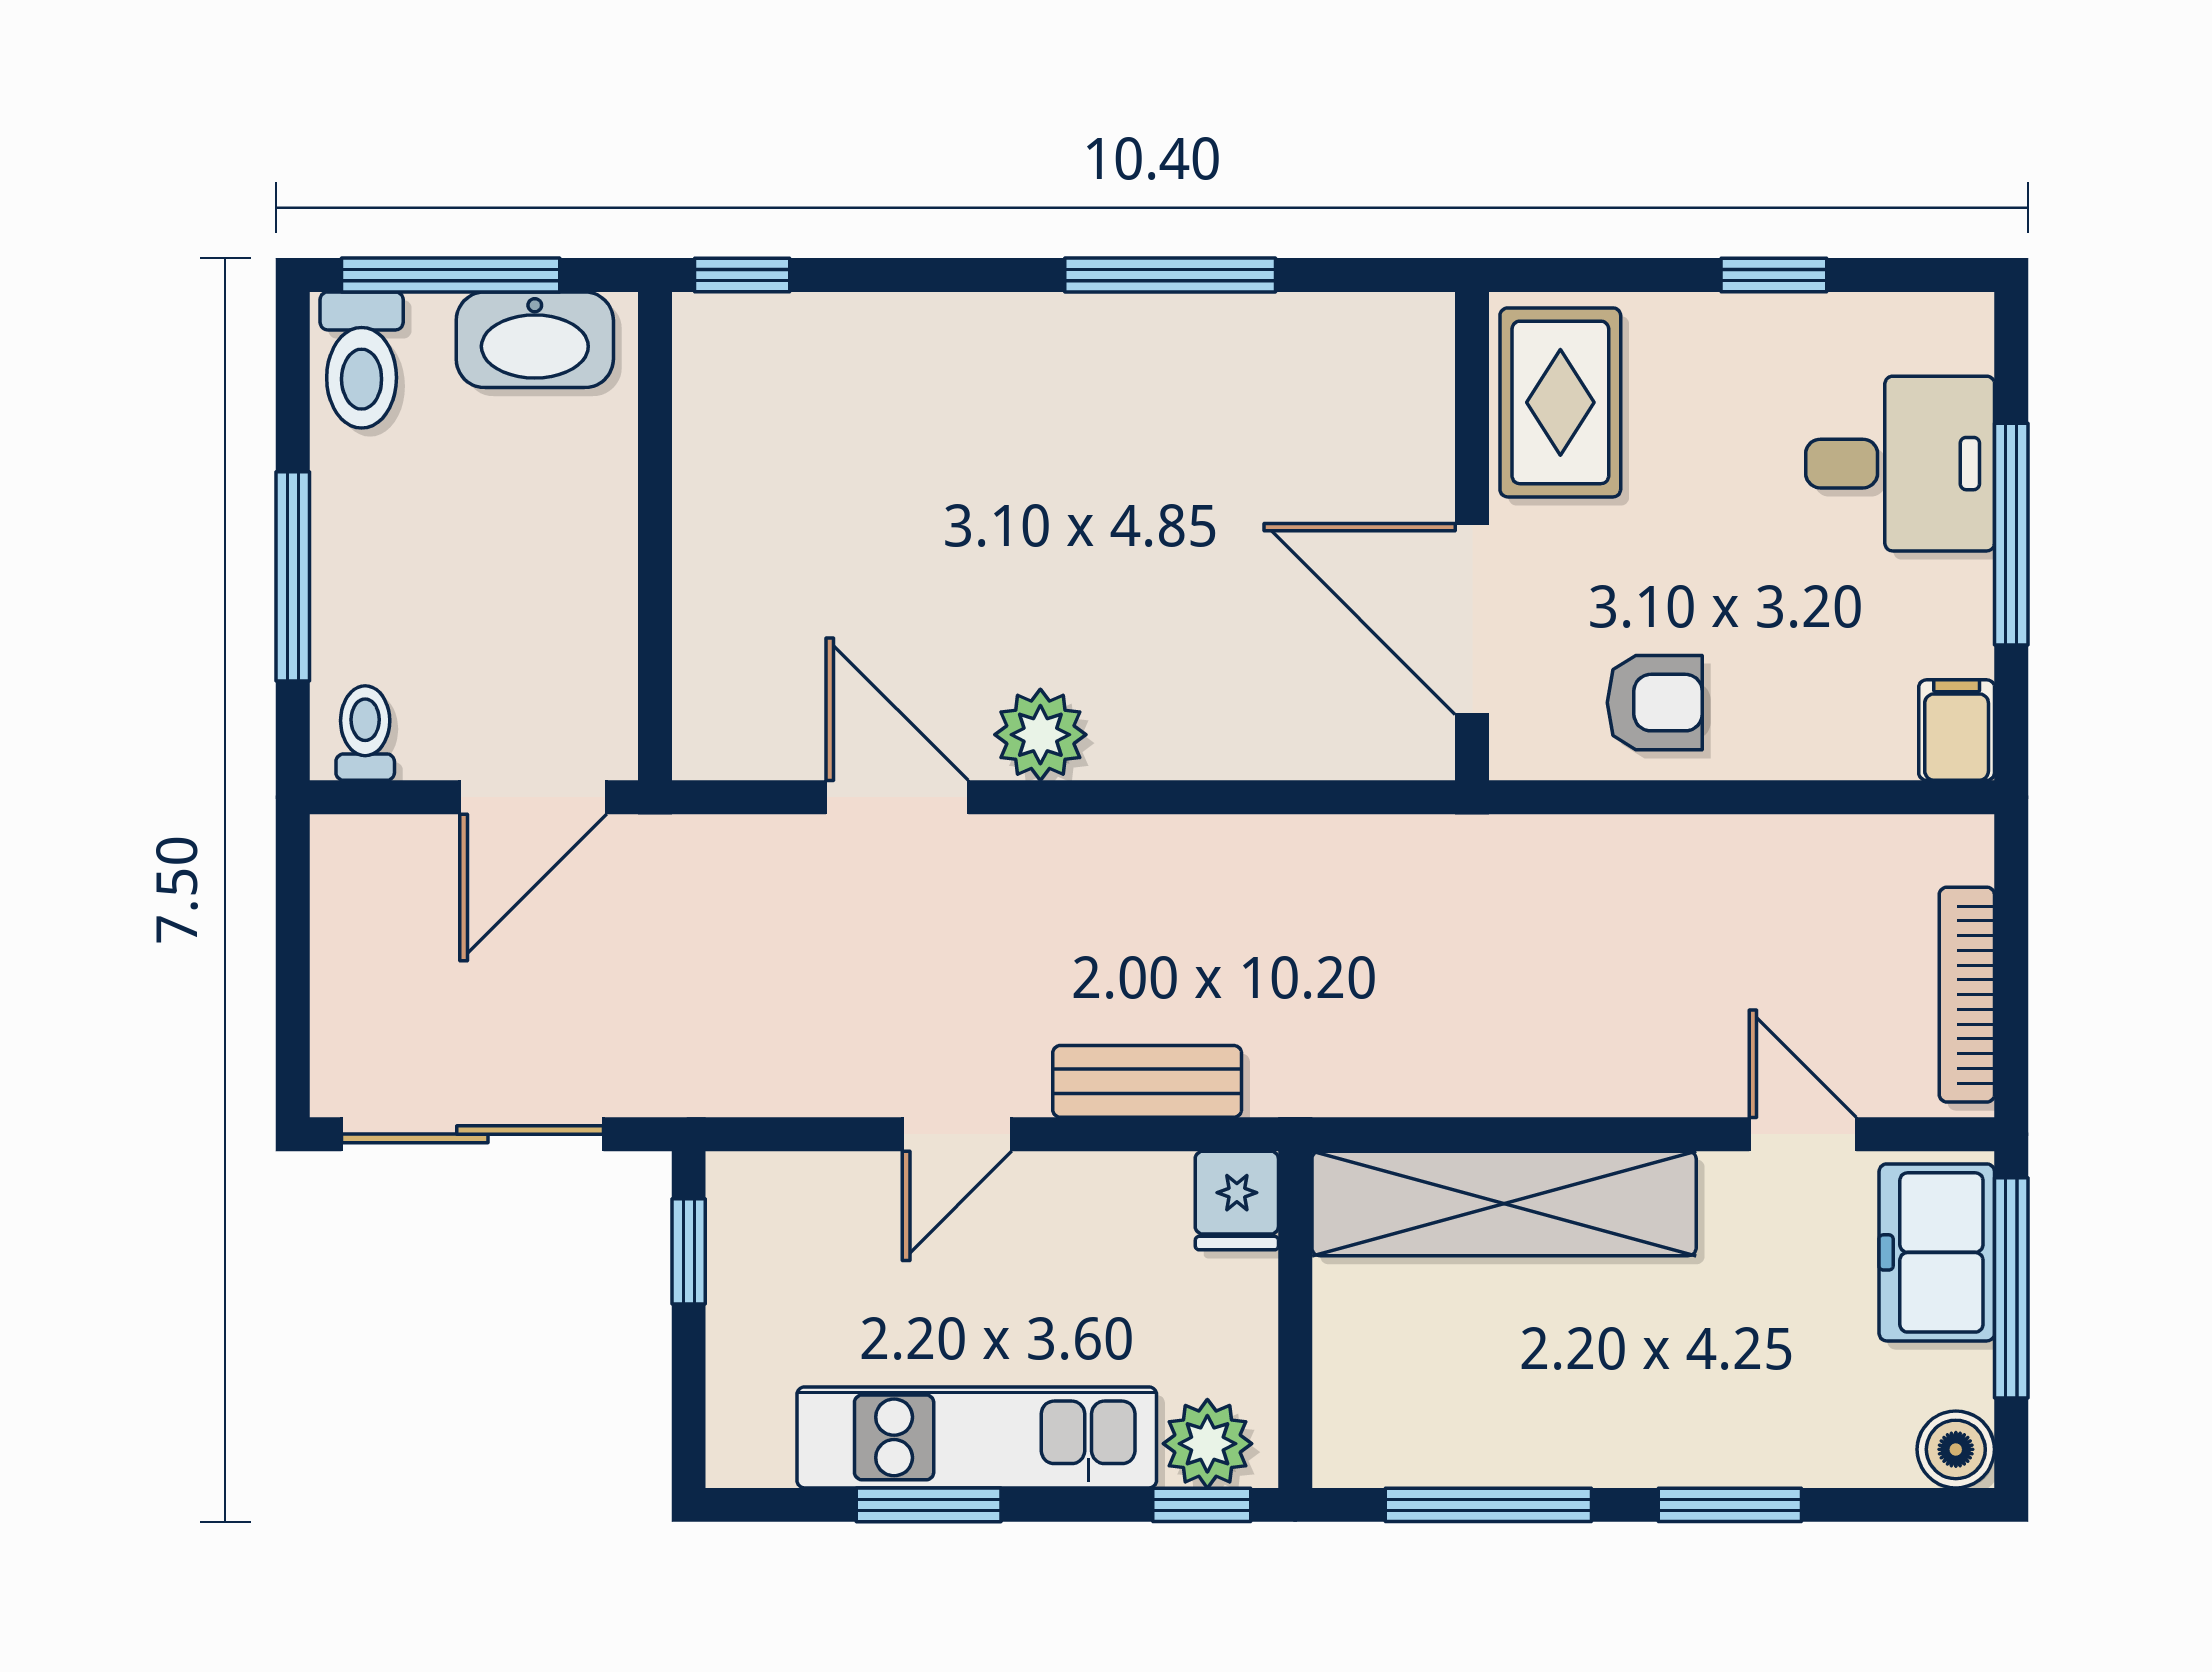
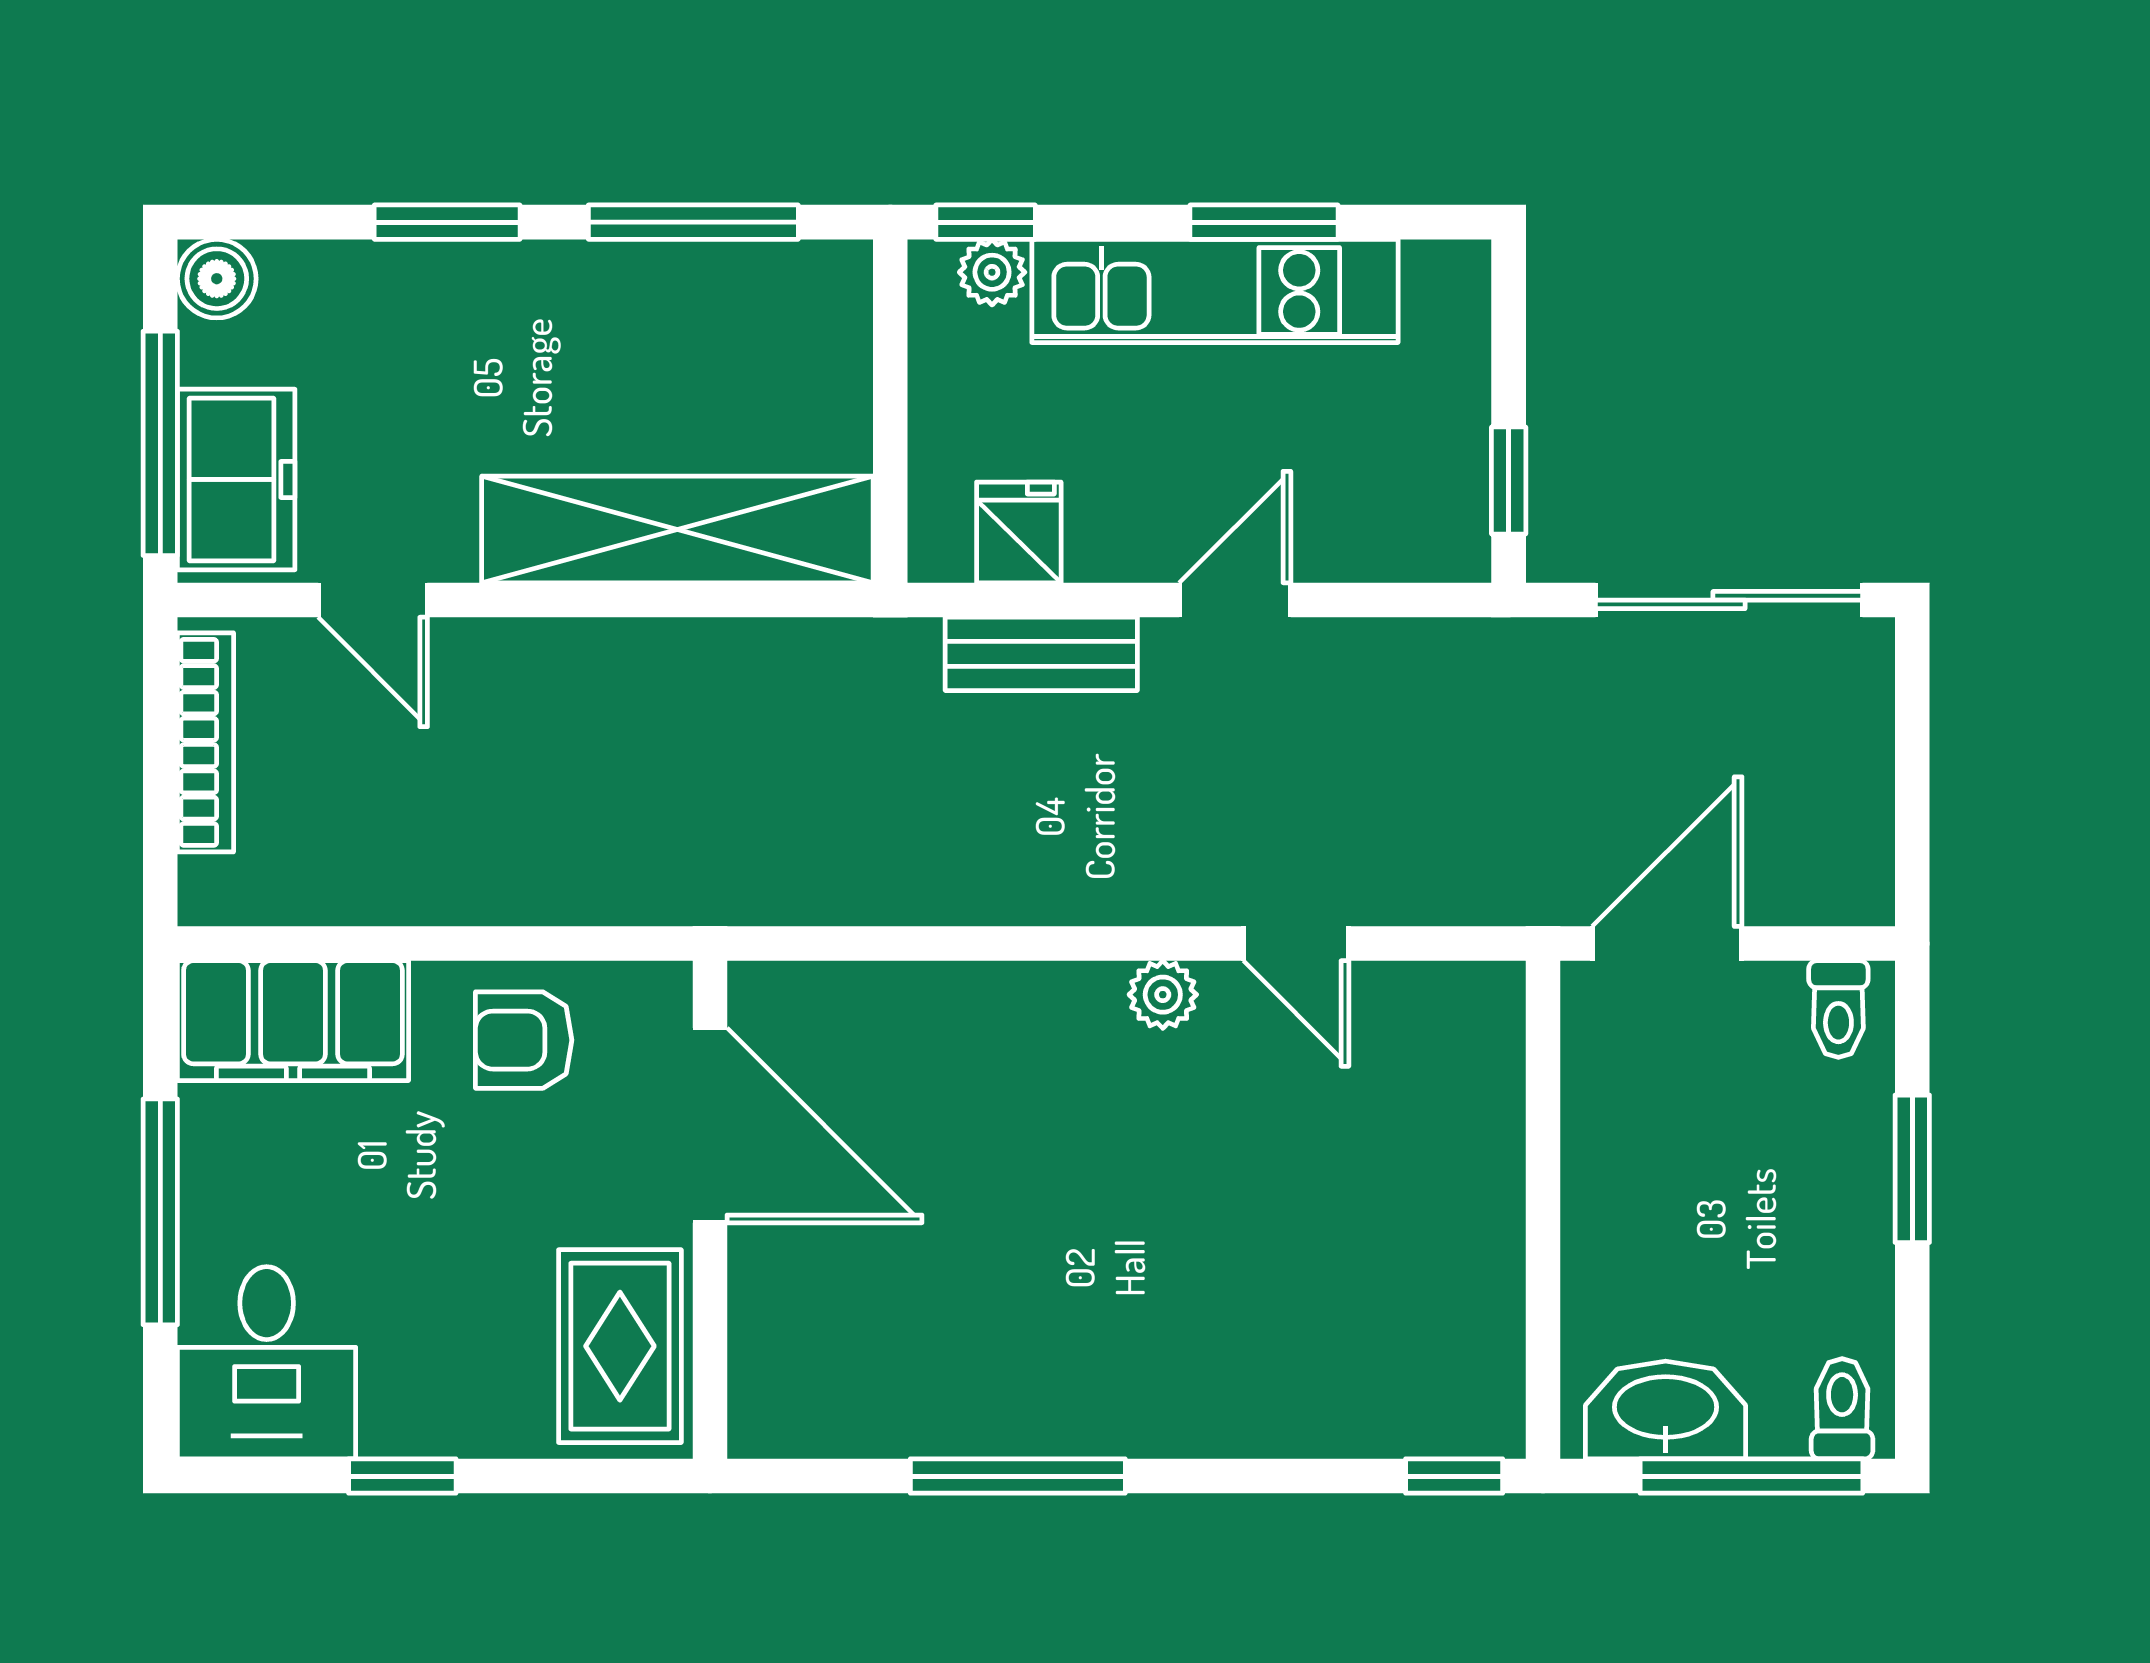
toilet: (362, 360) -> (1842, 1409), width x0.73, depth x0.72
desk: (1900, 464) -> (267, 1363), moved, turned -90
window: (293, 576) -> (1912, 1169), width x0.69
filing cabinet: (1957, 730) -> (293, 1021), width x3.00, depth x1.17
plant: (1040, 735) -> (1163, 995), width x0.73, depth x0.73
door: (897, 797) -> (1296, 944), width x0.73
fridge: (1237, 1201) -> (1019, 532), moved
plant: (1207, 1444) -> (992, 272), width x0.73, depth x0.73

